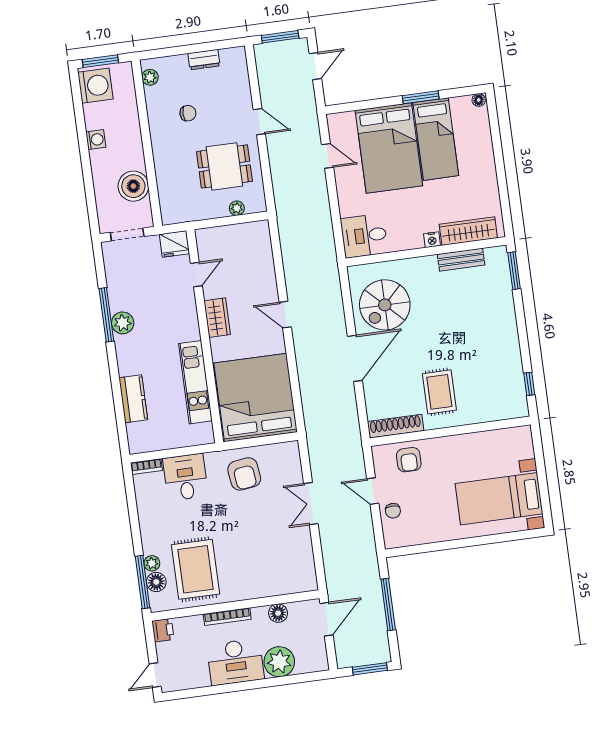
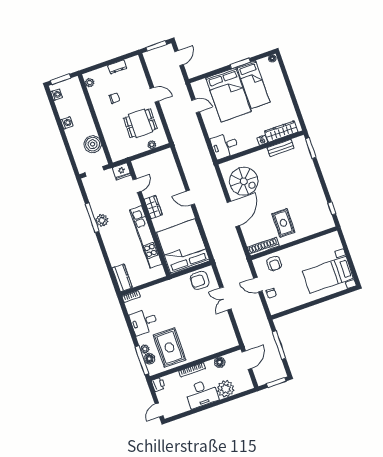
washing machine: (95, 86) -> (57, 95), width x0.53, depth x0.53
spiral stairs: (385, 305) -> (244, 181), turned -90
kitchen unit: (195, 382) -> (146, 237), width x1.36
kitchen counter: (133, 399) -> (122, 278), moved
armchair: (244, 474) -> (200, 280), moved, turned 97
desk: (185, 477) -> (144, 322), moved, turned -90

